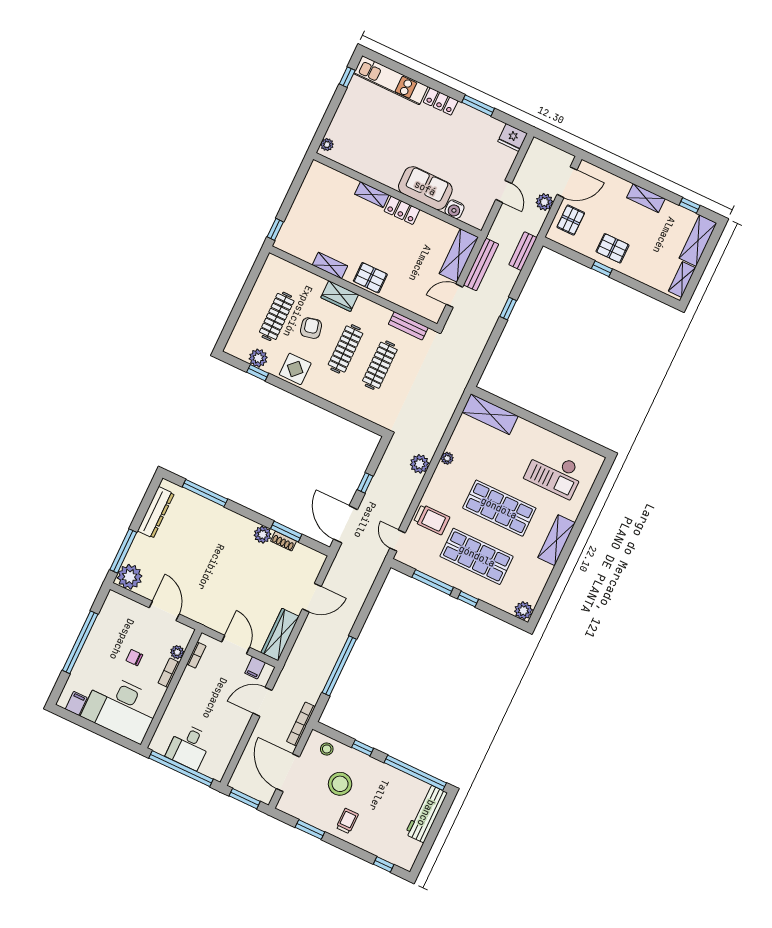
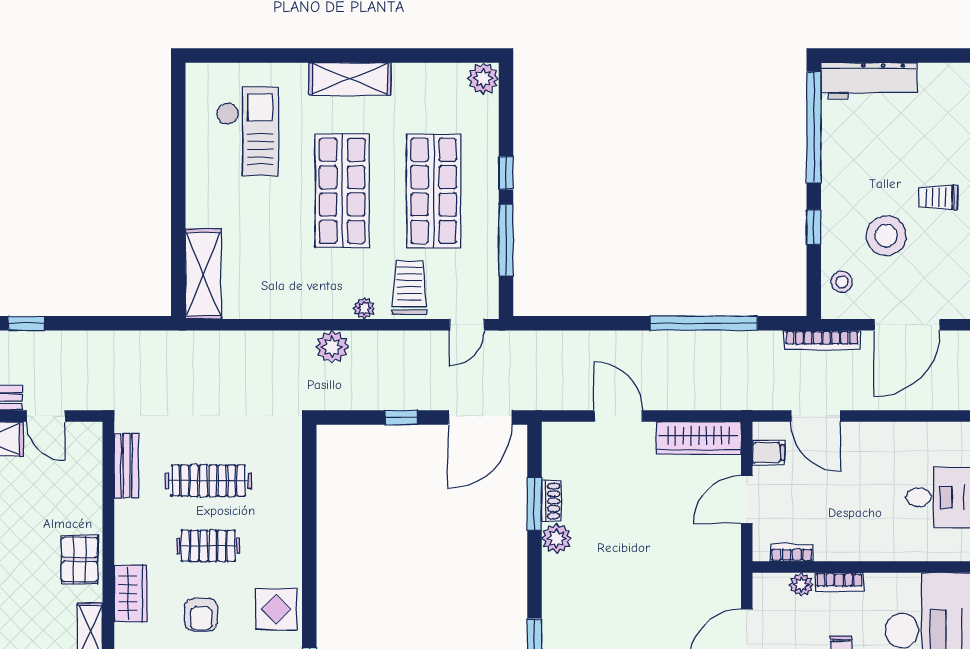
armchair: (311, 328) -> (201, 615), turned -77
clothes rail: (346, 349) -> (208, 546), width x0.73
plant: (447, 458) -> (364, 308), moved

